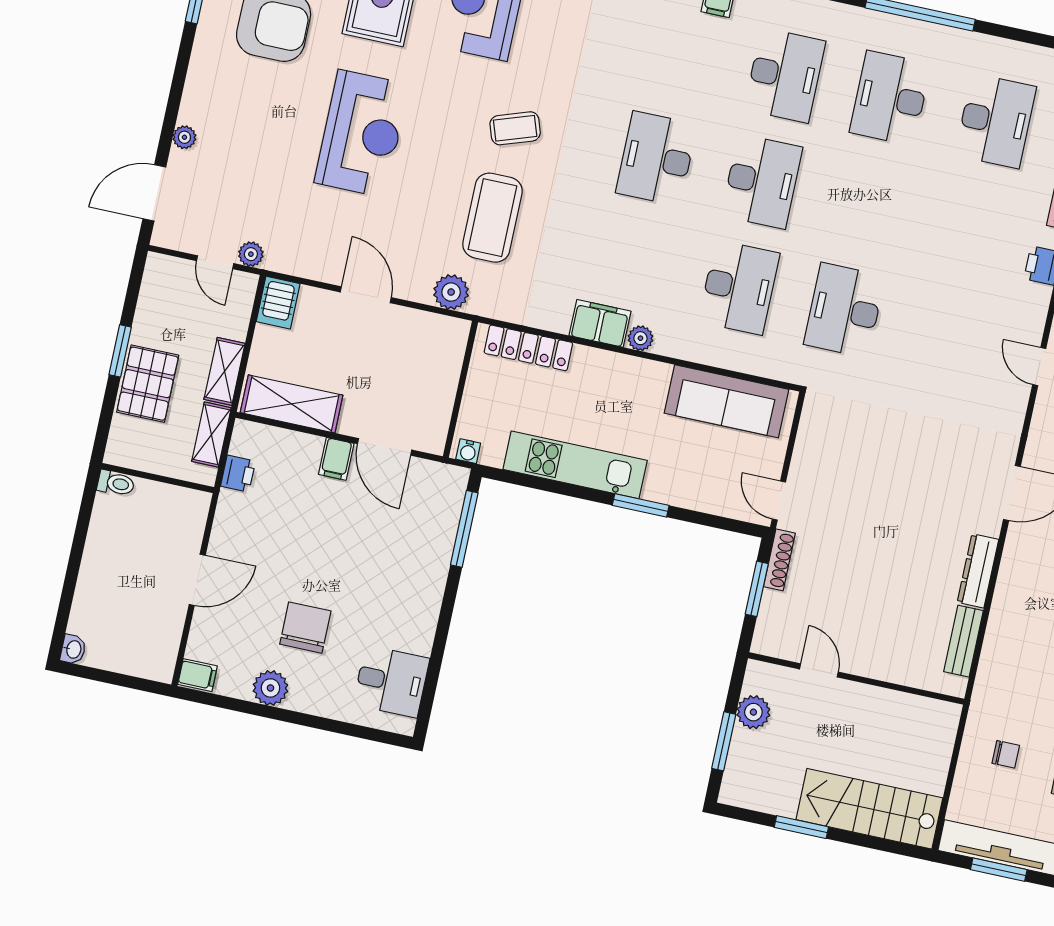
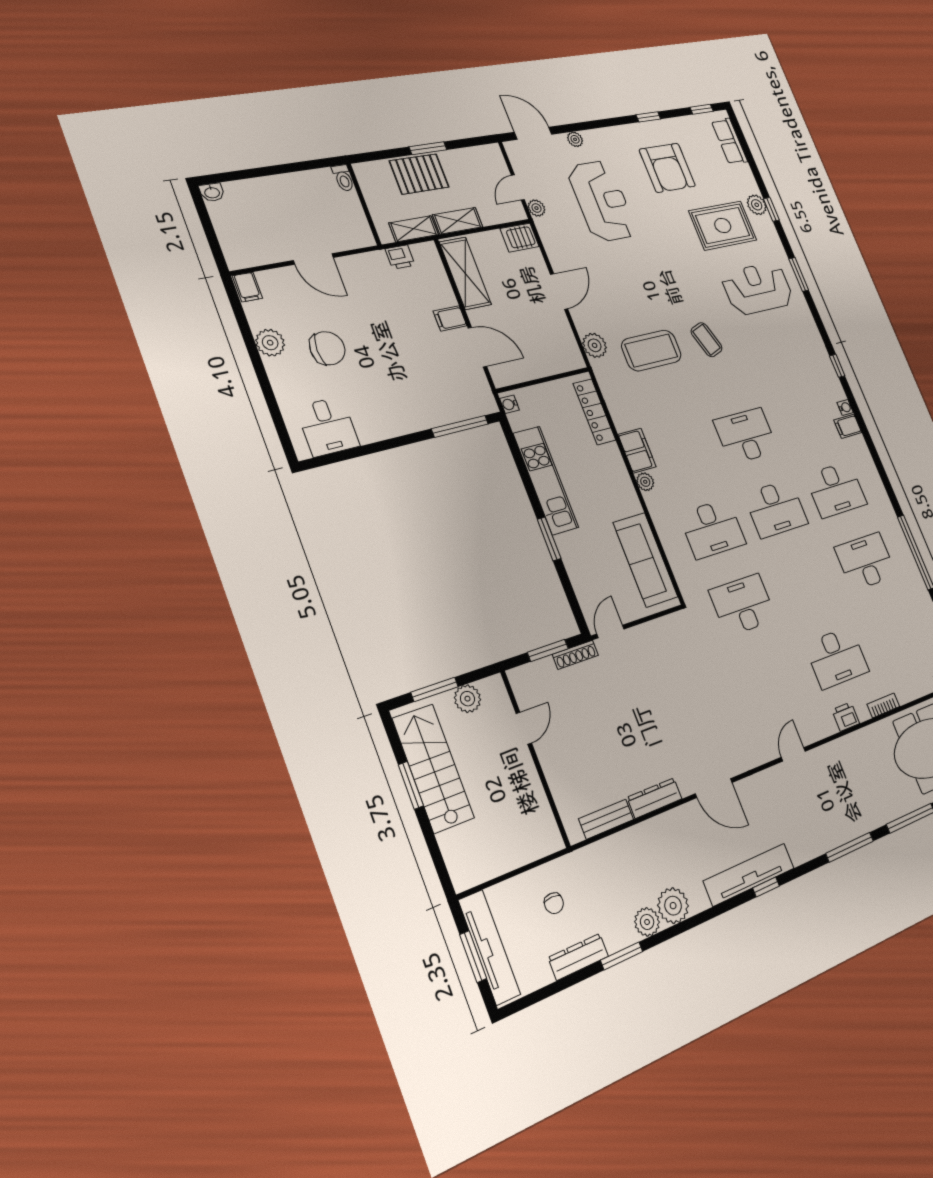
desk: (996, 121) -> (837, 658), moved
reception desk: (362, 134) -> (602, 201), moved, turned -90
door: (385, 447) -> (477, 347), swing flipped
stairs: (869, 809) -> (433, 768), moved

